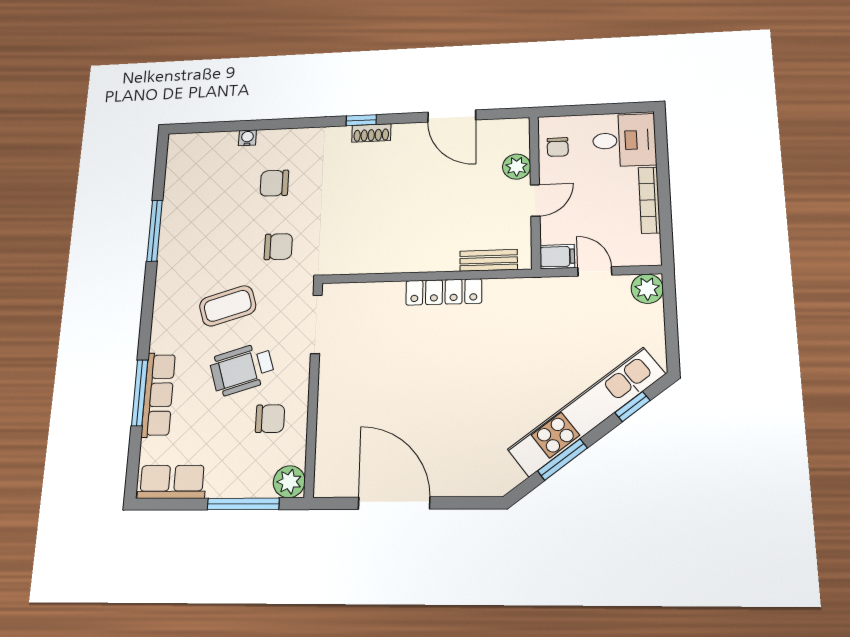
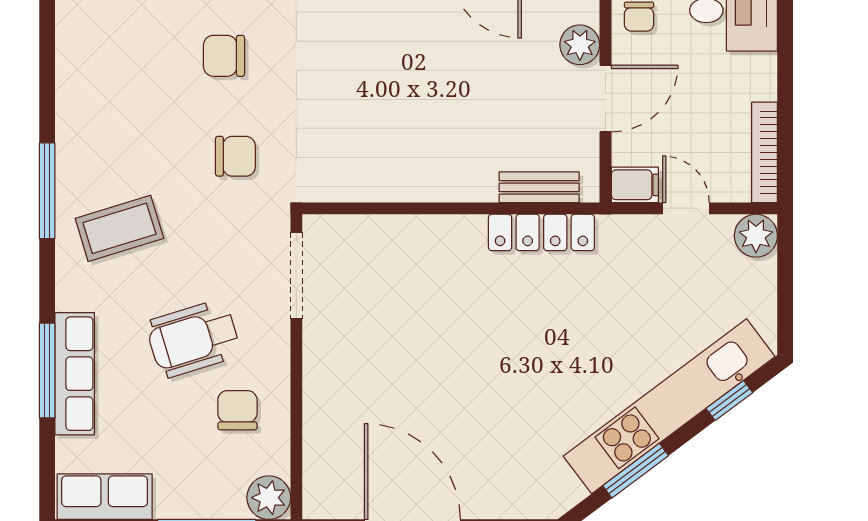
door: (535, 200) -> (605, 99), width x1.38
bookcase: (649, 200) -> (765, 152), moved
window: (155, 231) -> (47, 191), moved
locker: (444, 292) -> (541, 232), moved
coffee table: (228, 306) -> (119, 228), moved
chair: (270, 419) -> (237, 410), turned -90

